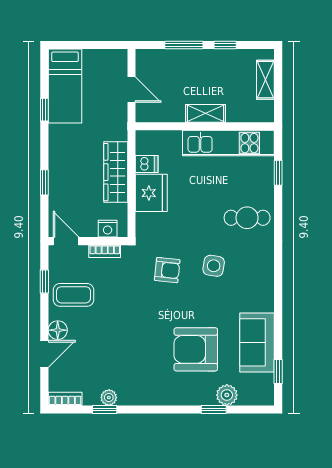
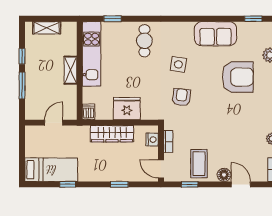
dishwasher: (147, 164) -> (89, 112), moved
door: (66, 241) -> (161, 169), hinge flipped
sofa: (257, 342) -> (215, 34), moved
armchair: (196, 349) -> (238, 77), turned -90

